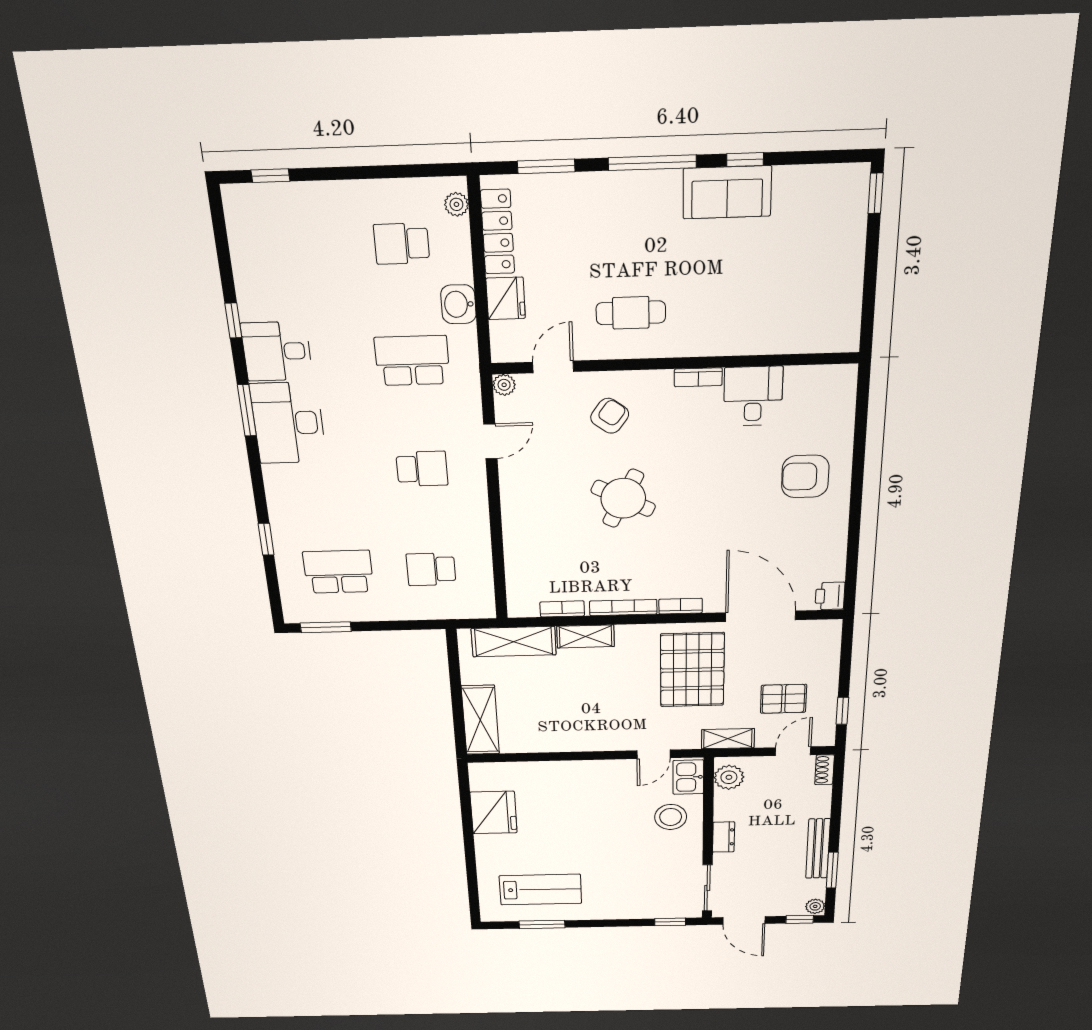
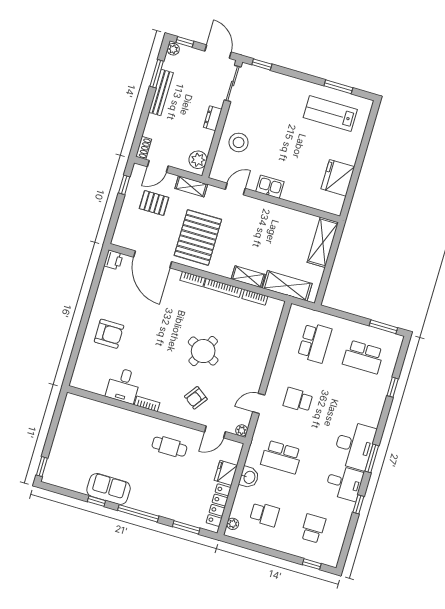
school desk: (298, 247) -> (313, 528), added
school desk: (431, 569) -> (315, 343), width x1.85
kitchen sink: (688, 777) -> (270, 187), moved, turned -90

